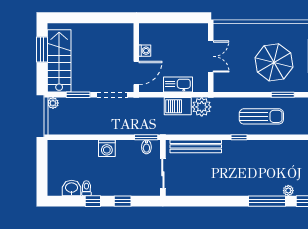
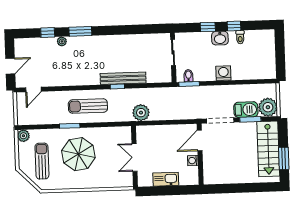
kitchen sink: (178, 85) -> (166, 179), moved, turned 180
plant: (53, 103) -> (268, 107), width x1.88, depth x1.88
barbecue: (178, 106) -> (246, 110), moved
window: (239, 137) -> (117, 87), moved
bench: (196, 146) -> (123, 78), moved
washbasin: (72, 188) -> (220, 38), moved
window: (267, 201) -> (80, 31), width x0.69

